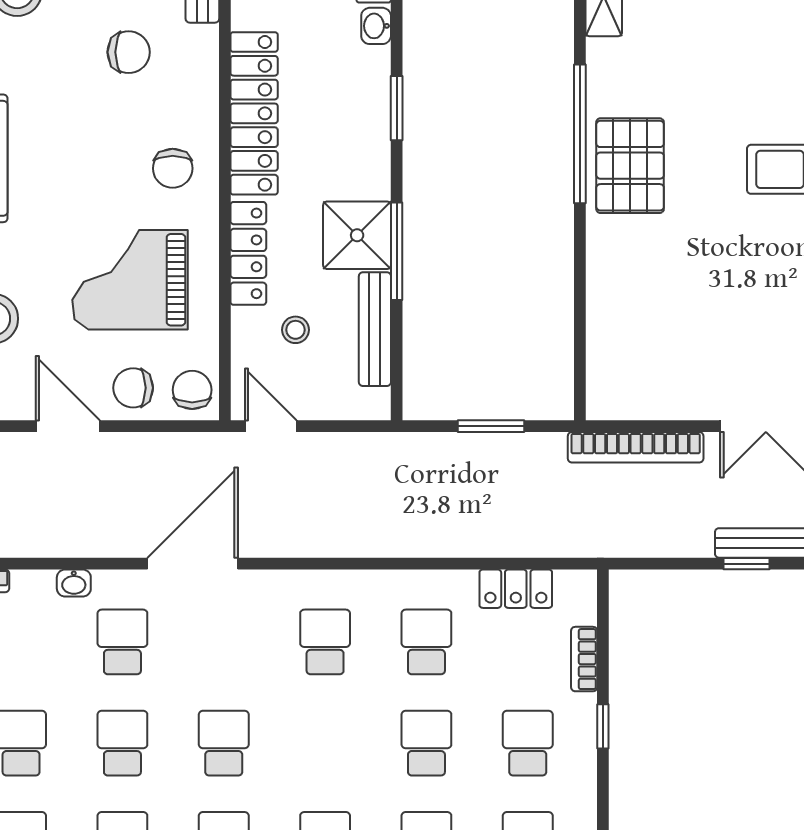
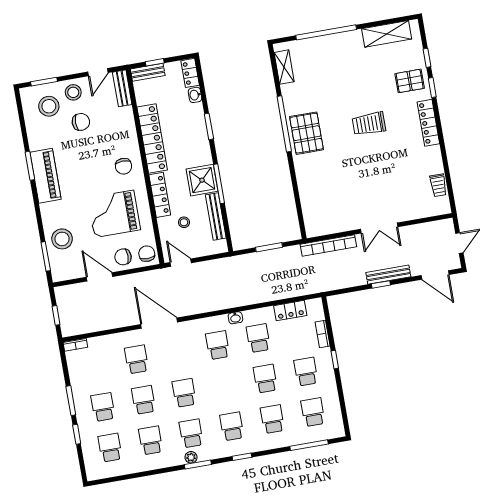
chair: (129, 52) -> (81, 122), moved
door: (193, 564) -> (159, 323), hinge flipped
washbasin: (74, 583) -> (235, 318), moved

